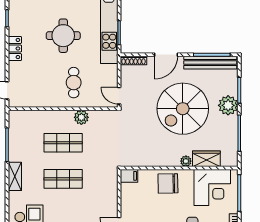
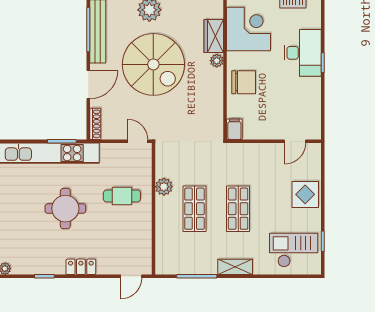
door: (166, 55) -> (88, 85), hinge flipped
door: (119, 96) -> (138, 141), swing flipped
chair: (168, 183) -> (244, 82), turned -89

